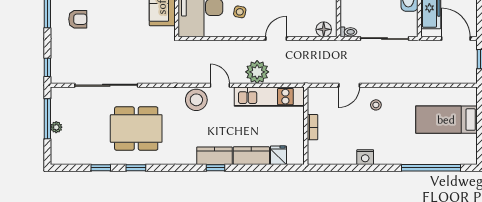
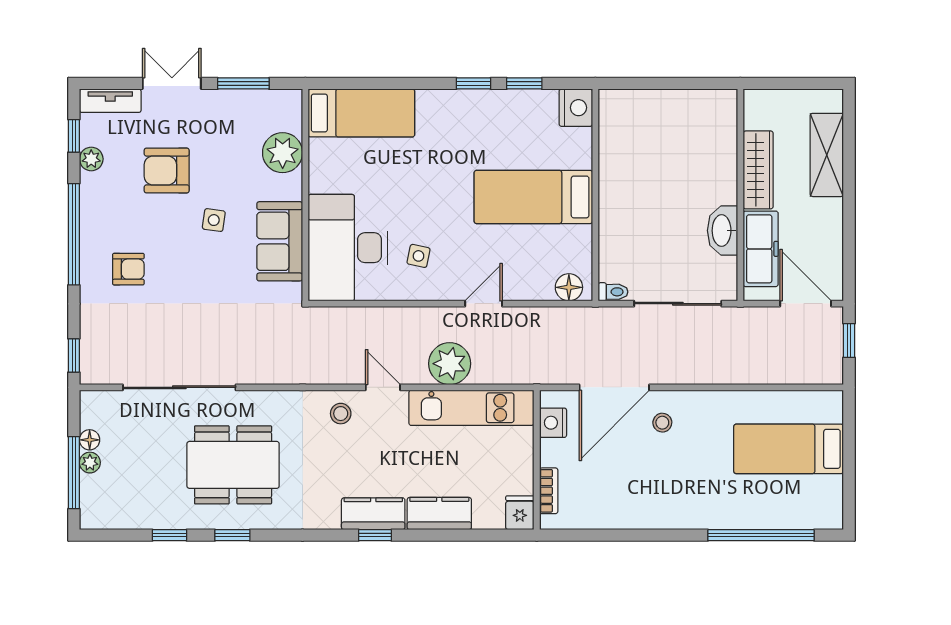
door: (349, 85) -> (614, 387), width x1.88
stool: (196, 100) -> (341, 414), width x0.53, depth x0.53
floor lamp: (56, 115) -> (90, 440), added
window: (47, 119) -> (74, 473), moved
bookcase: (312, 127) -> (549, 491), moved
fridge: (278, 155) -> (520, 513), moved
nightstand: (365, 157) -> (553, 423), moved, turned 90

